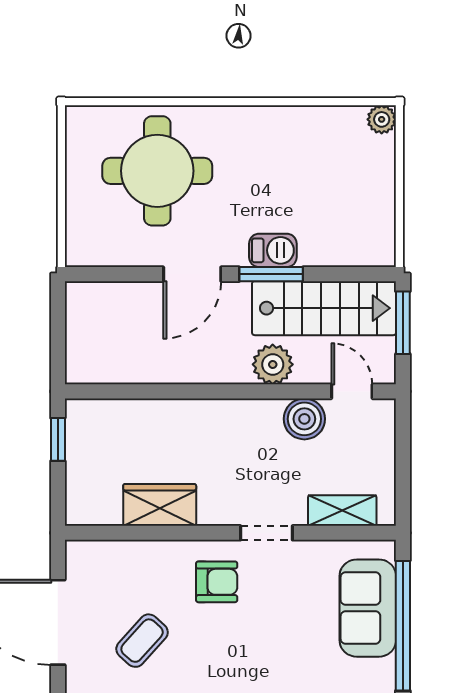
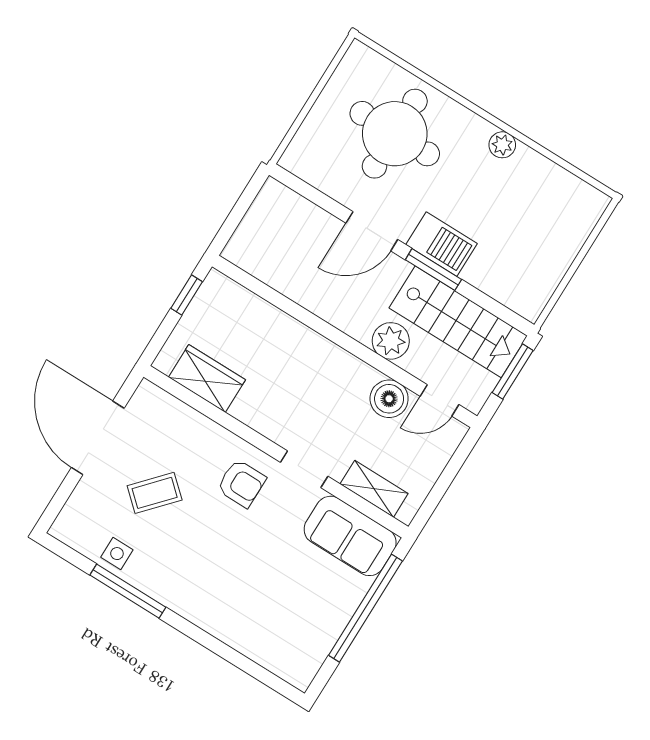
plant: (382, 119) -> (502, 145), moved
barbecue: (273, 250) -> (442, 244), width x1.38, depth x1.27
door: (352, 391) -> (440, 400), swing flipped
wardrobe: (160, 505) -> (207, 378), moved
sofa: (368, 608) -> (350, 536), moved, turned -90

